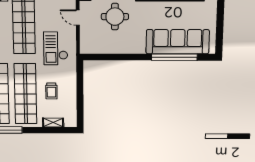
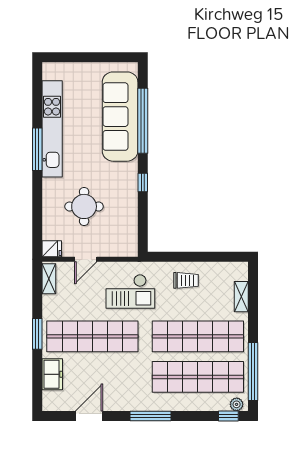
window: (131, 57) -> (143, 183), added
trolley: (51, 91) -> (186, 280), moved

